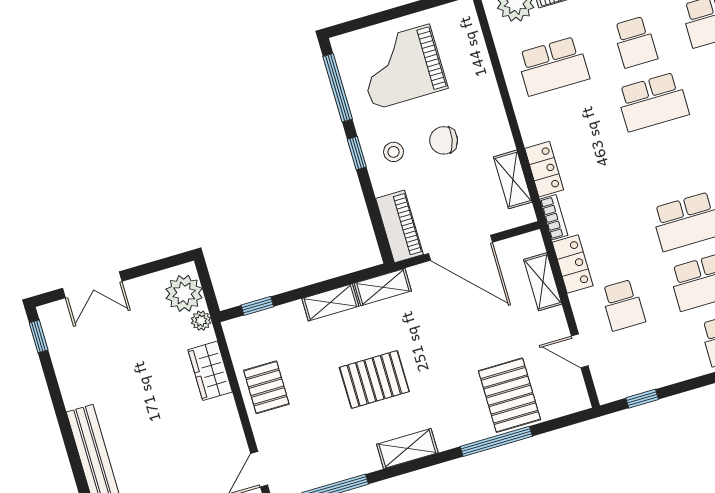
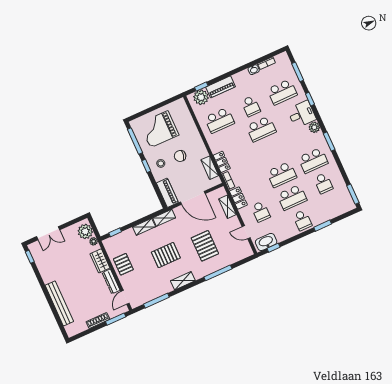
washbasin: (626, 382) -> (266, 242), added
pallet: (509, 395) -> (205, 246), moved
dresser: (230, 425) -> (111, 281), added

